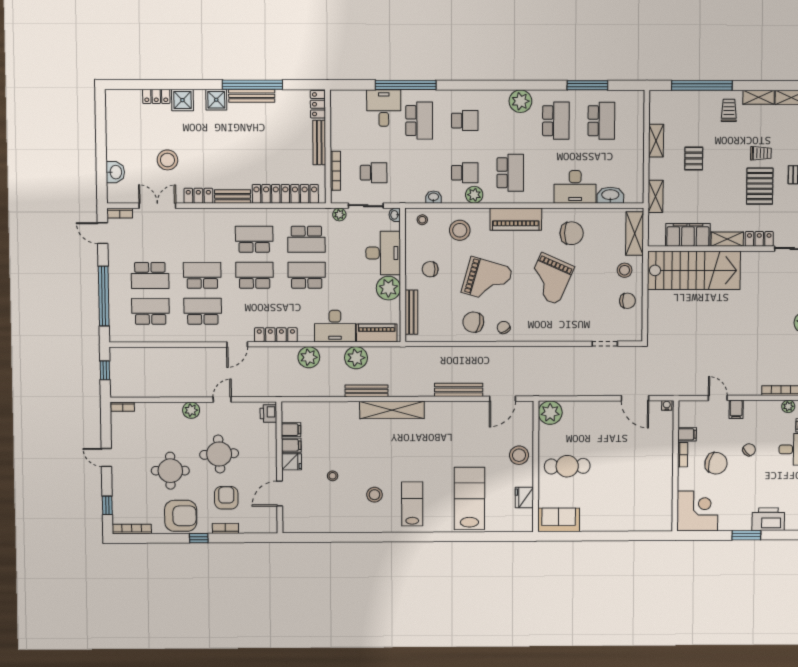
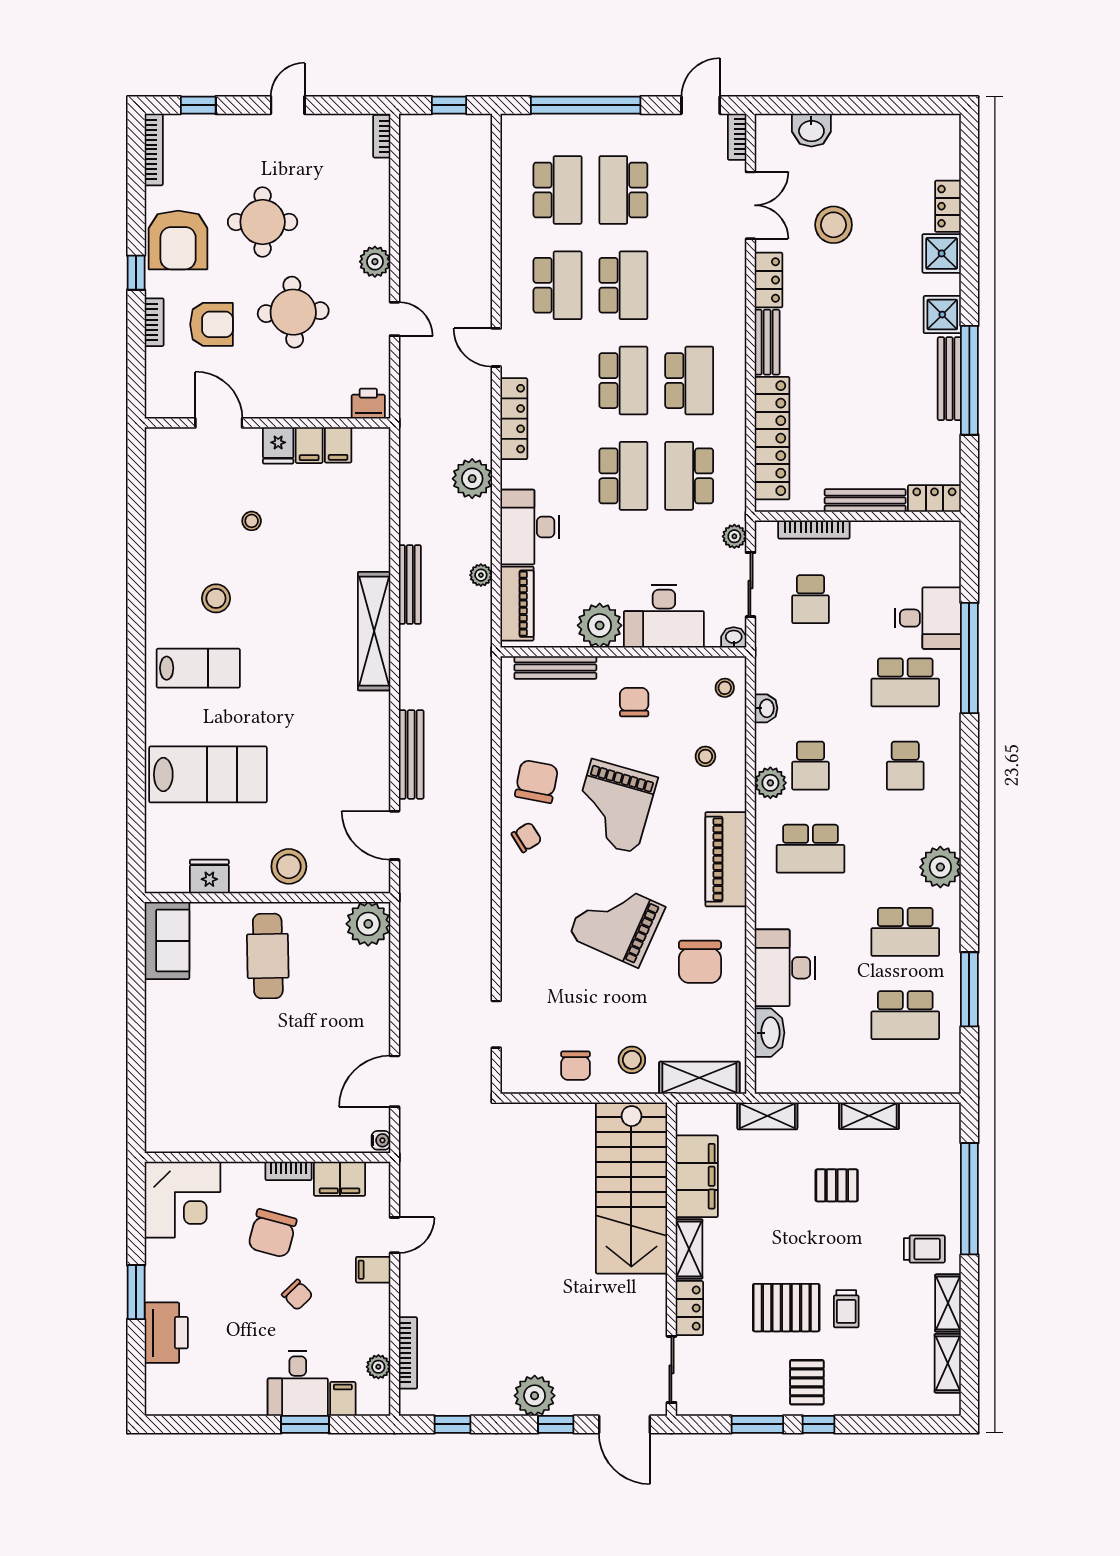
stool: (460, 230) -> (705, 756), width x0.53, depth x0.53
plant: (356, 358) -> (481, 575), width x0.53, depth x0.53
filing cabinet: (687, 434) -> (340, 1179), width x2.00

